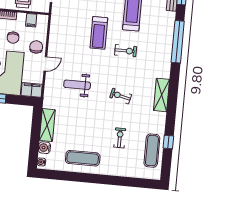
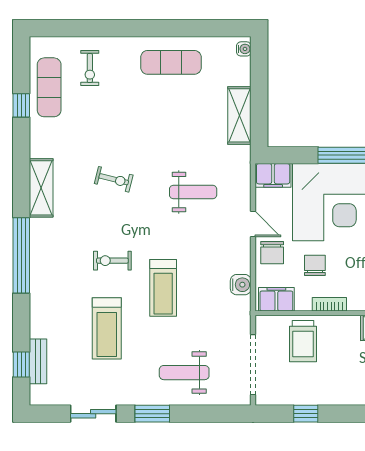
filing cabinet: (31, 20) -> (276, 299), width x2.00
treadmill: (99, 33) -> (163, 288), turned 180
window: (178, 42) -> (21, 255), moved
door: (45, 64) -> (253, 224), swing flipped
exercise bike: (120, 138) -> (90, 68), moved
water cooler: (44, 148) -> (241, 285), moved

